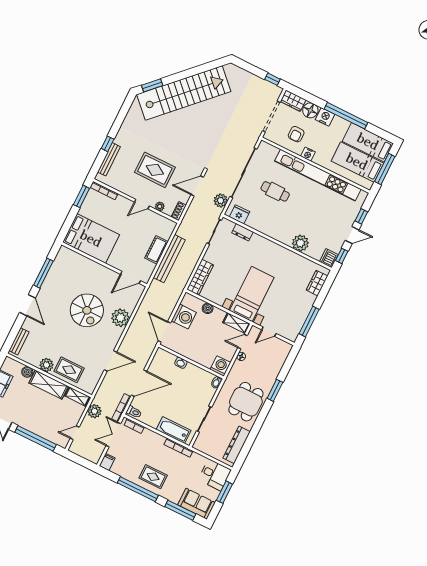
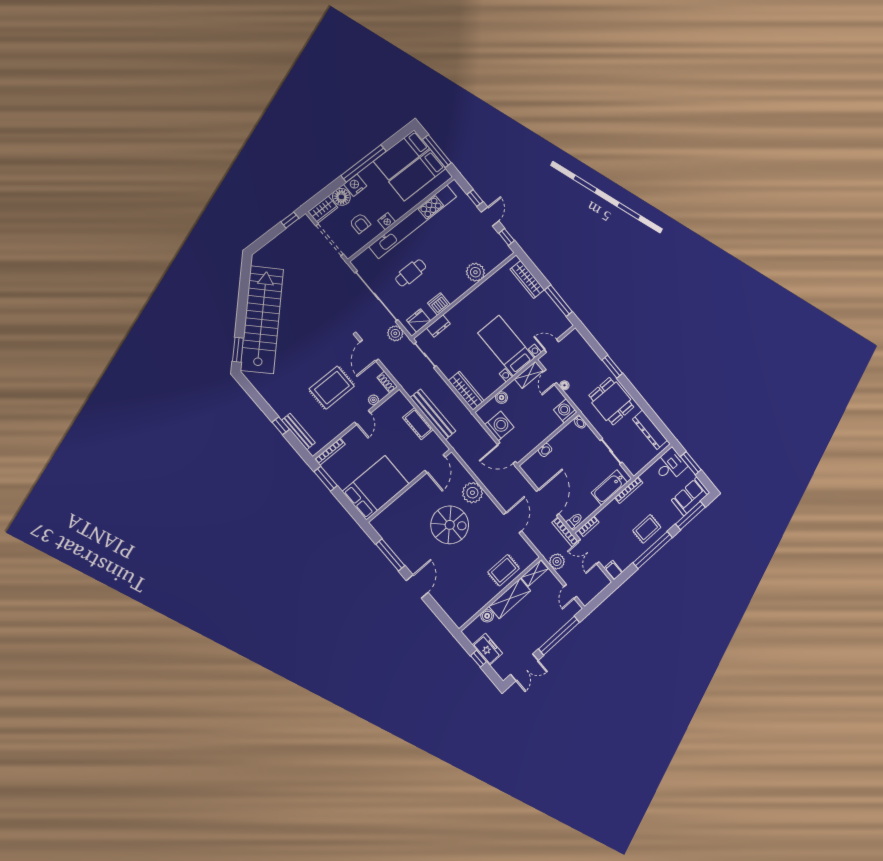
dishwasher: (329, 258) -> (439, 304), moved, turned 90
wardrobe: (317, 283) -> (527, 279), width x1.50
door: (27, 305) -> (417, 586), hinge flipped
door: (269, 332) -> (552, 346), swing flipped
bench: (19, 341) -> (451, 611), removed
plant: (46, 365) -> (489, 592), removed

